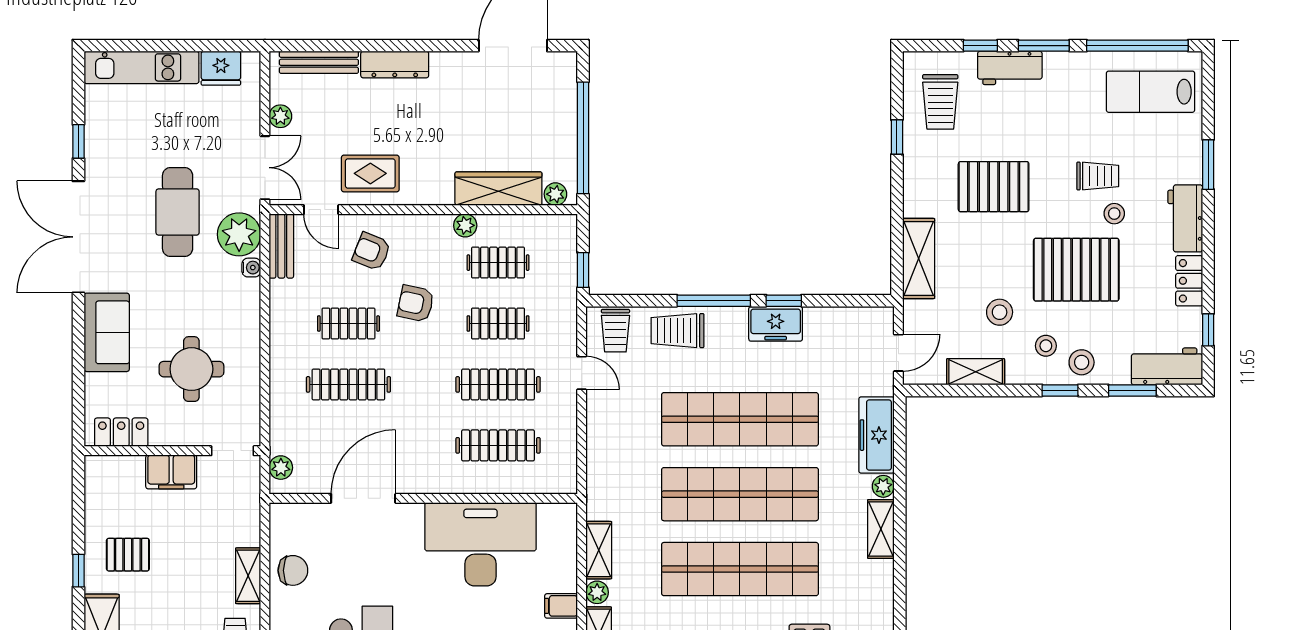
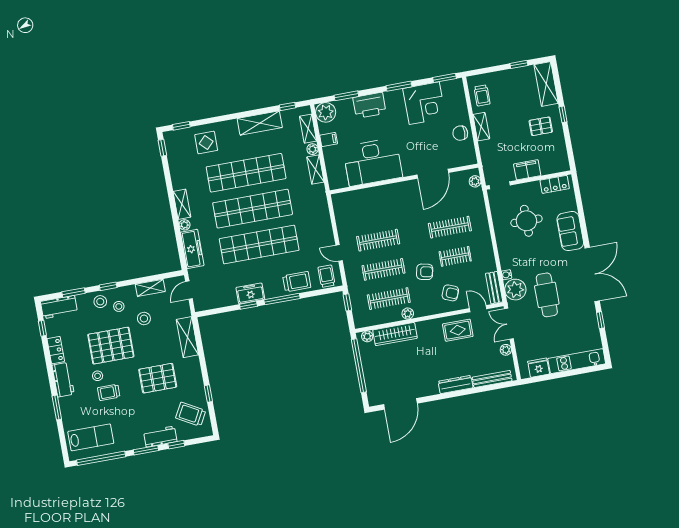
trolley: (940, 102) -> (191, 414), turned -61
clothes rail: (498, 263) -> (389, 299), width x1.36
clothes rail: (498, 324) -> (383, 269), width x1.36
clothes rail: (498, 445) -> (373, 211), removed

